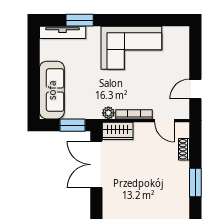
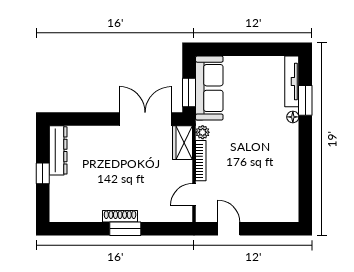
floor lamp: (95, 31) -> (293, 117), added
corner sofa: (131, 48) -> (275, 158), removed
sofa: (52, 90) -> (209, 88), moved, turned -90
shoe rack: (184, 149) -> (120, 216), moved, width x1.43

